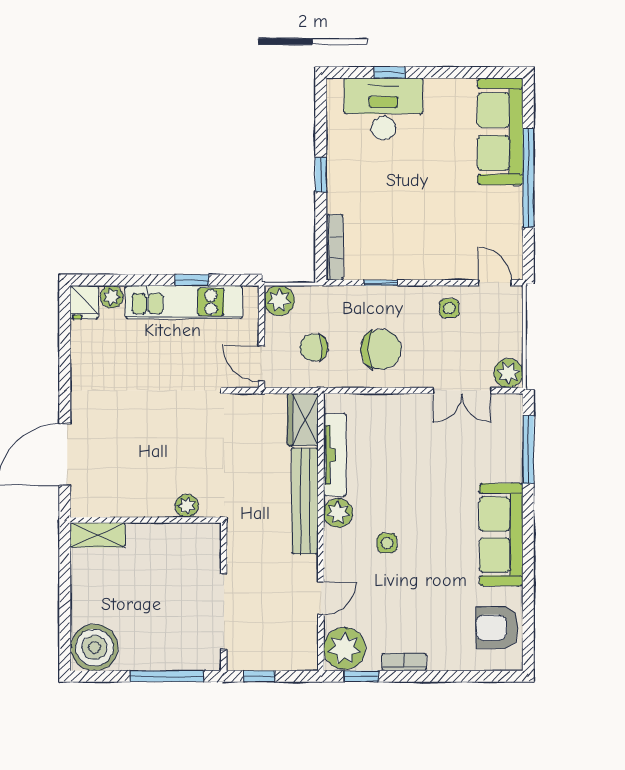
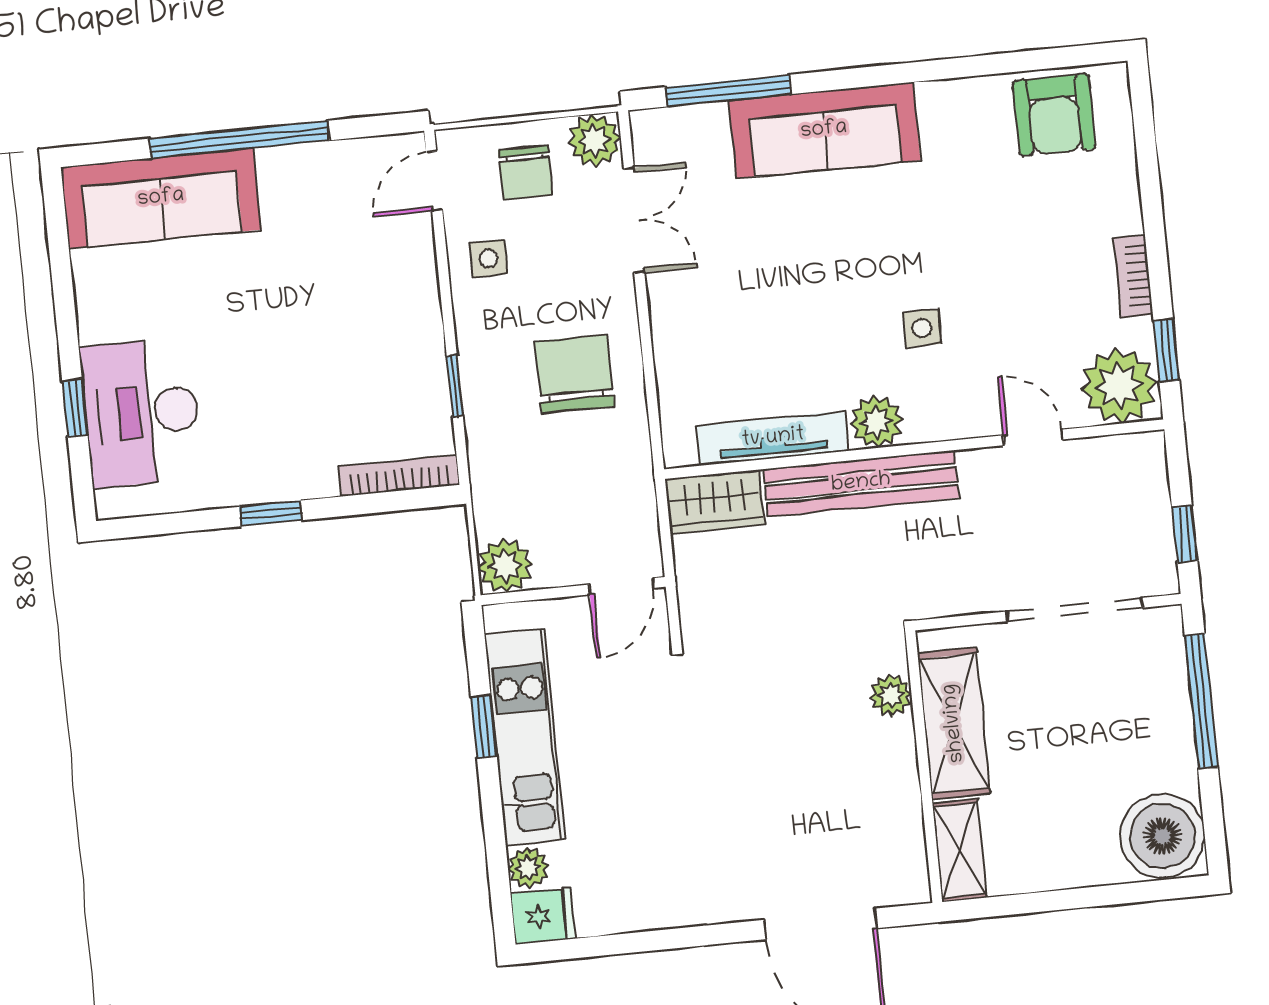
chair: (314, 347) -> (525, 172), moved
sofa: (501, 535) -> (824, 130), moved
shelving: (168, 539) -> (954, 723), added

